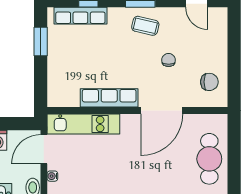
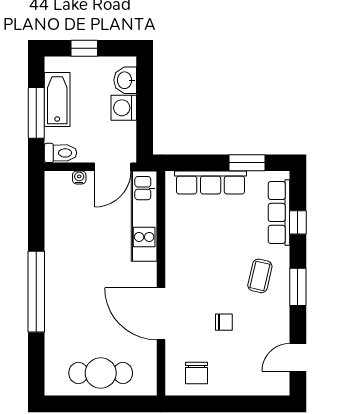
coffee table: (145, 26) -> (260, 276), moved
row of seats: (109, 98) -> (211, 182), moved, turned 90
door: (44, 149) -> (113, 167), swing flipped

